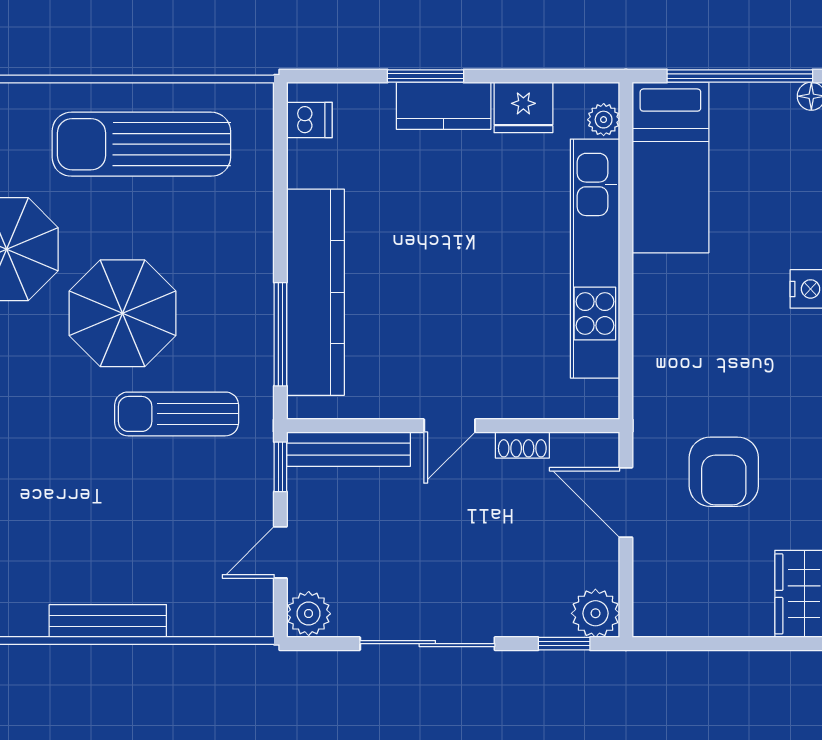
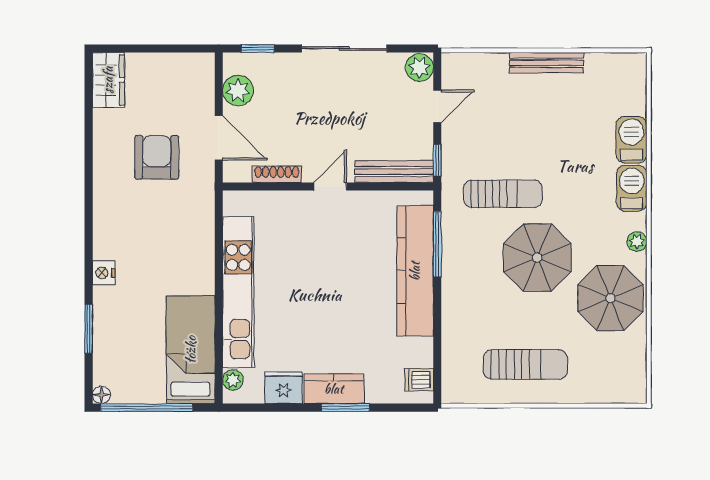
sun lounger: (141, 144) -> (525, 364), width x0.73, depth x0.75
shoe rack: (522, 445) -> (277, 174), width x1.43
plant: (595, 613) -> (238, 90), moved

